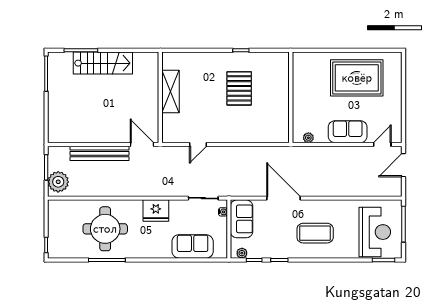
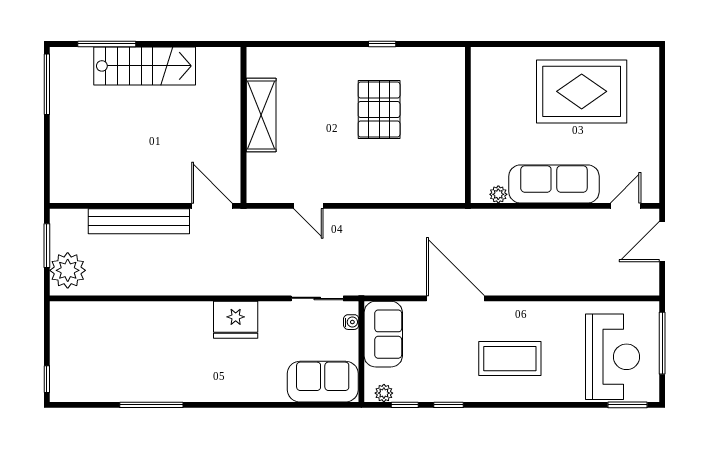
sofa: (348, 132) -> (554, 184), width x1.36
door: (198, 144) -> (308, 206), hinge flipped
round table: (105, 229) -> (149, 351), removed
sofa: (193, 246) -> (323, 382), moved

